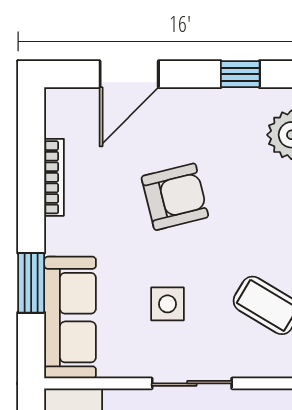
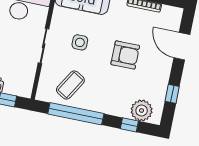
armchair: (175, 197) -> (125, 55), turned -76

